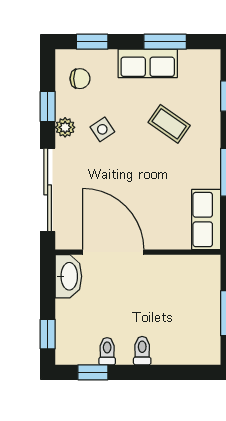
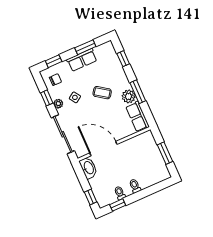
coffee table: (169, 124) -> (102, 93), moved
plant: (206, 173) -> (129, 96), added

